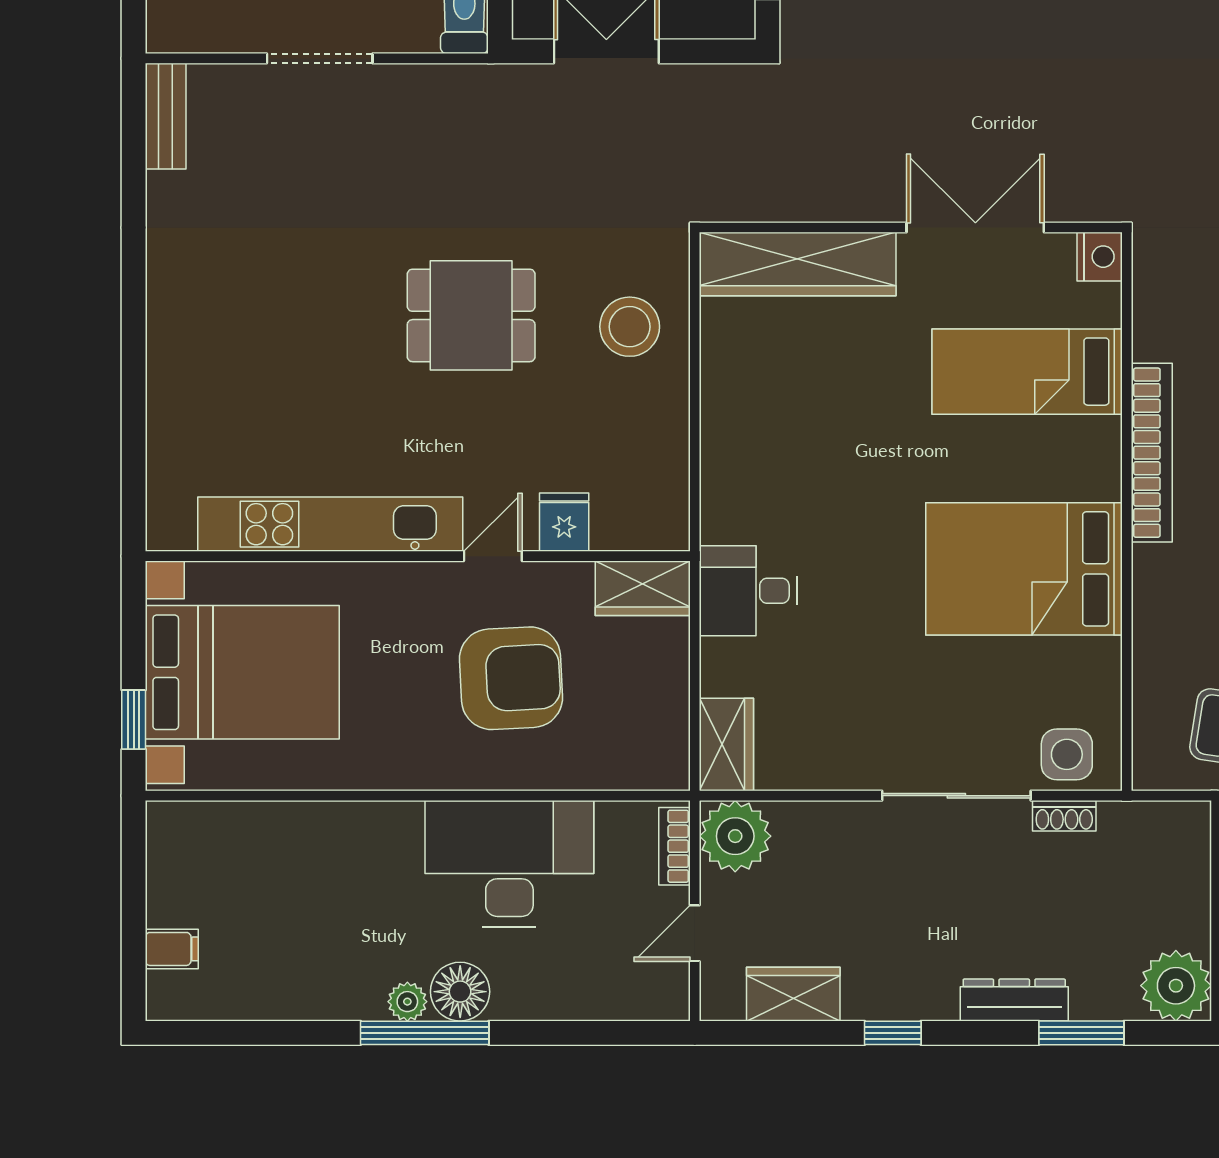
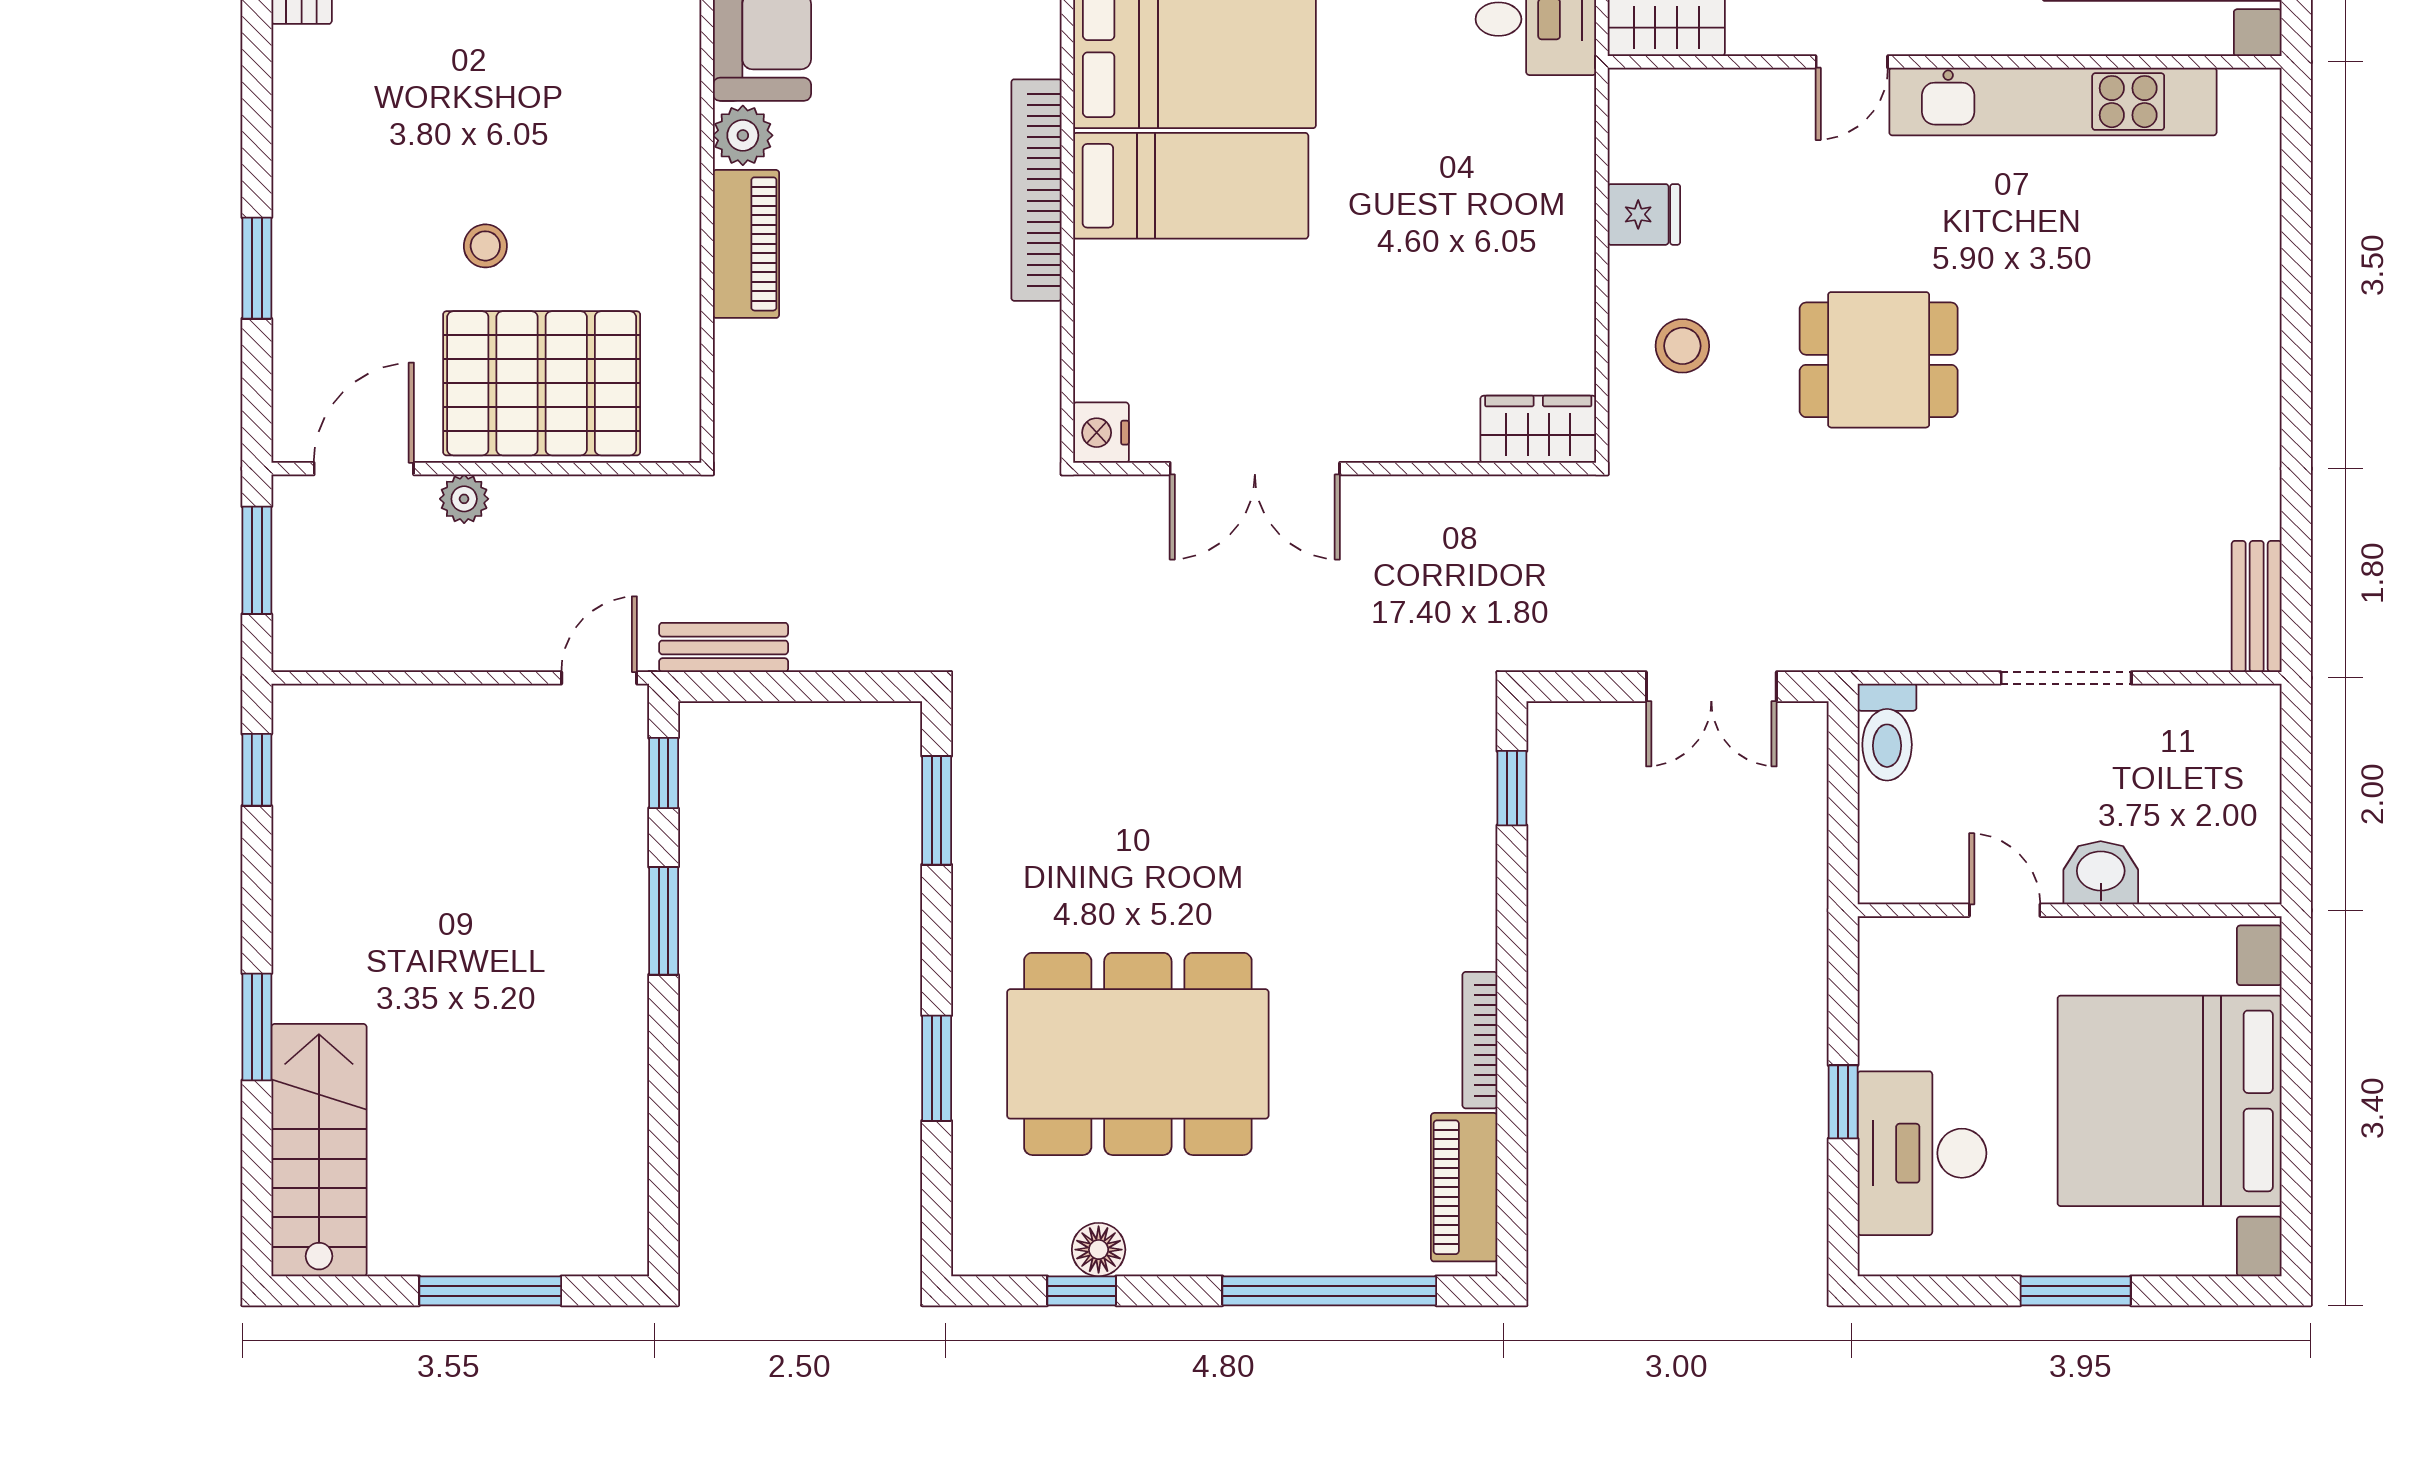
wardrobe: (798, 264) -> (1538, 429), width x0.48, depth x0.85
stool: (630, 327) -> (1682, 346), width x0.73, depth x0.73
bed: (1027, 372) -> (1191, 186), moved
fridge: (564, 522) -> (1644, 214), moved, turned -90

